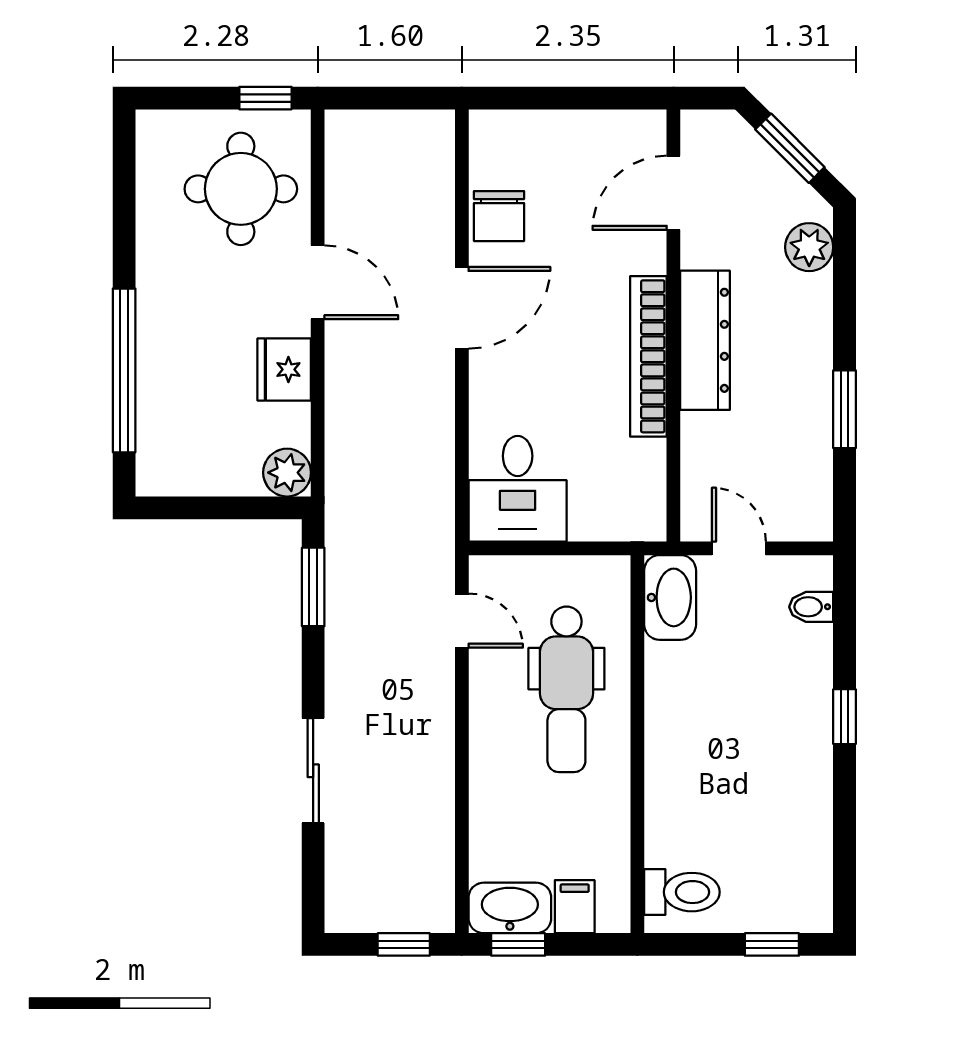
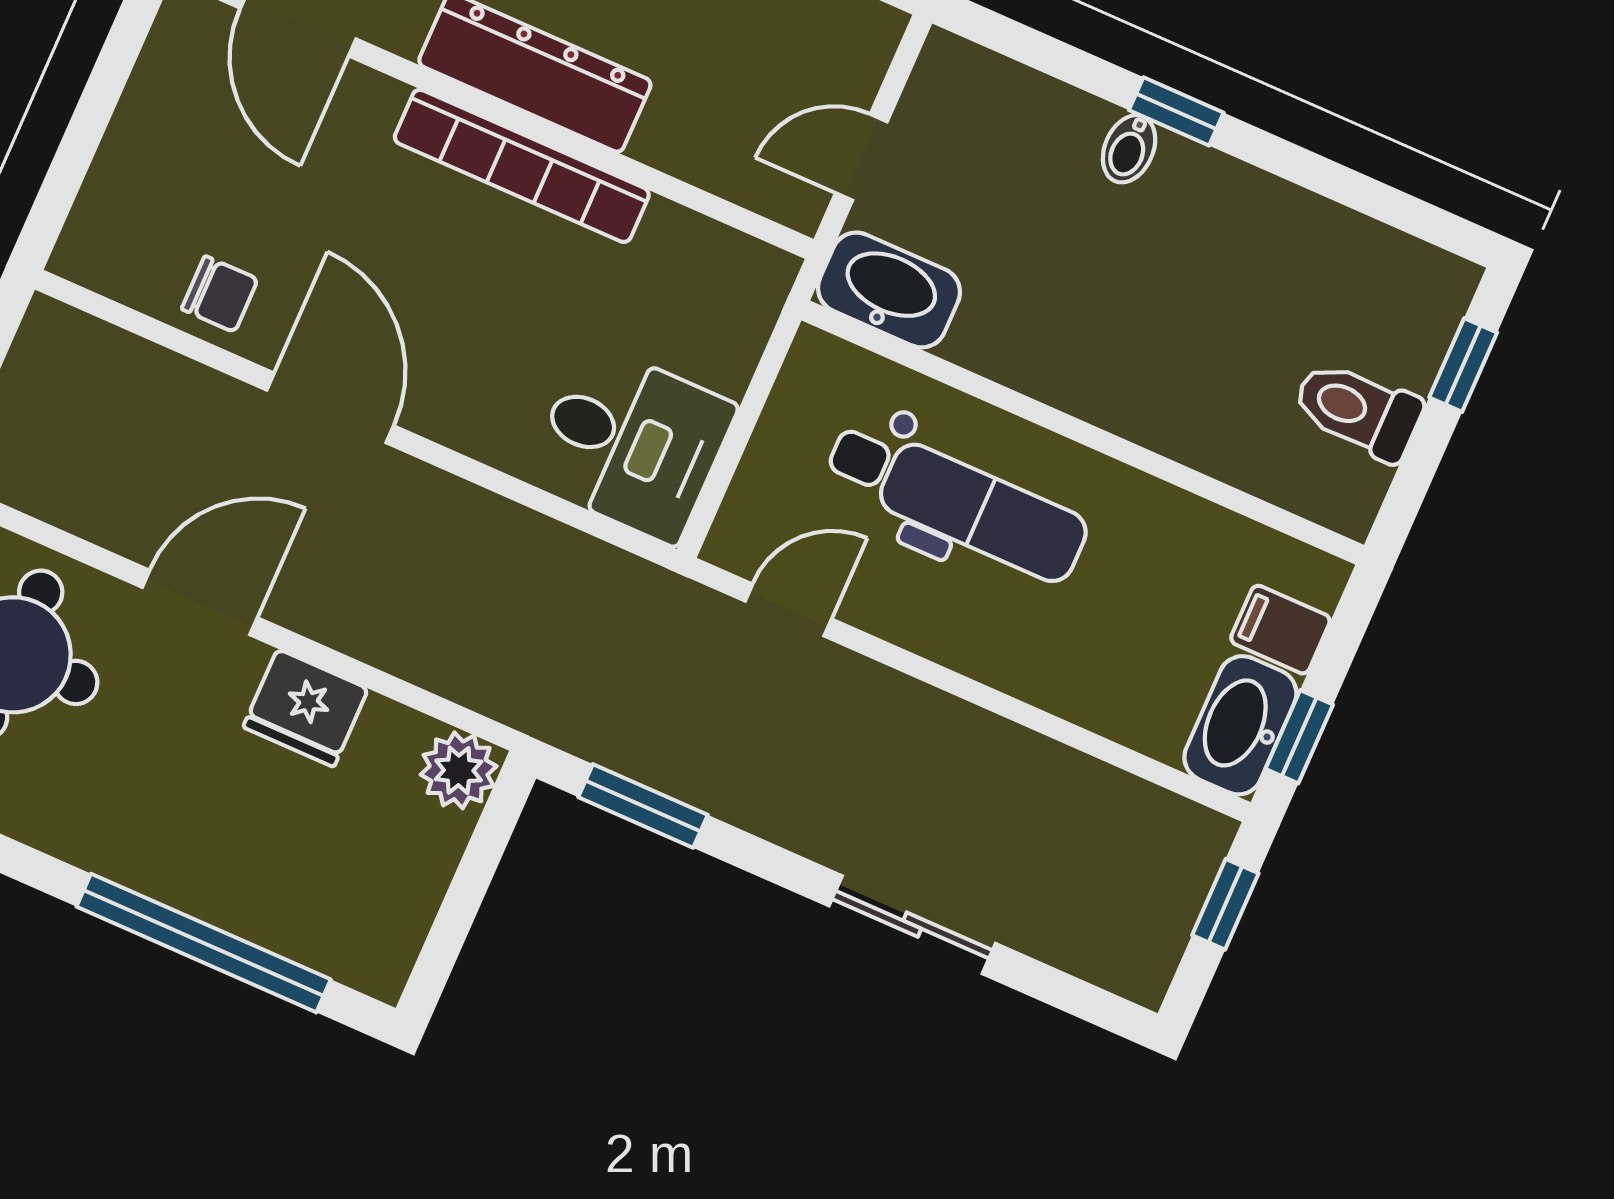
chair: (499, 216) -> (220, 294), width x0.73, depth x0.73
bidet: (811, 607) -> (1129, 149), moved
toilet: (682, 892) -> (1358, 410), moved, turned -90

